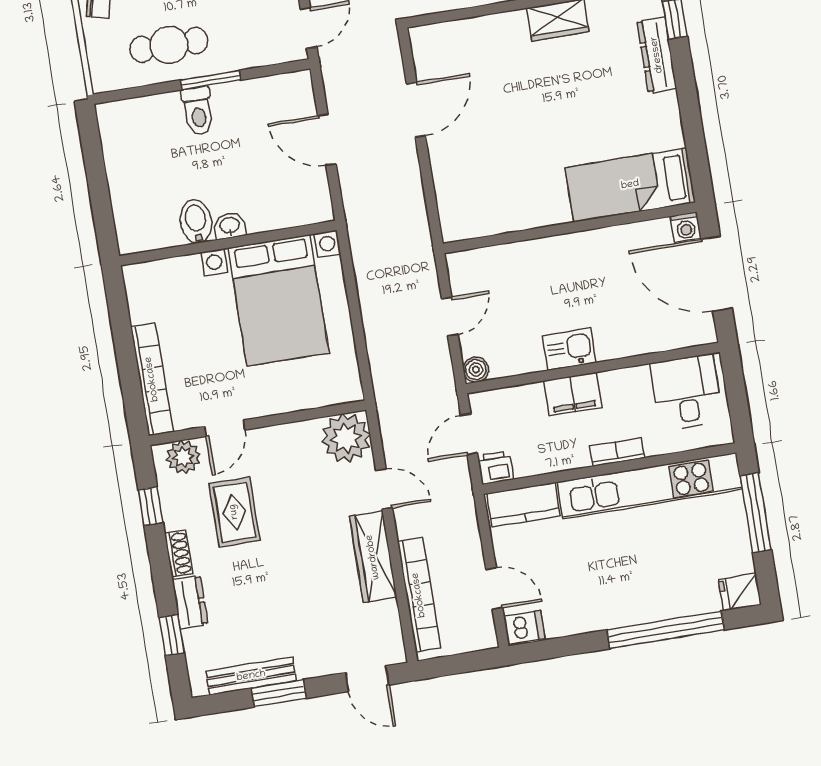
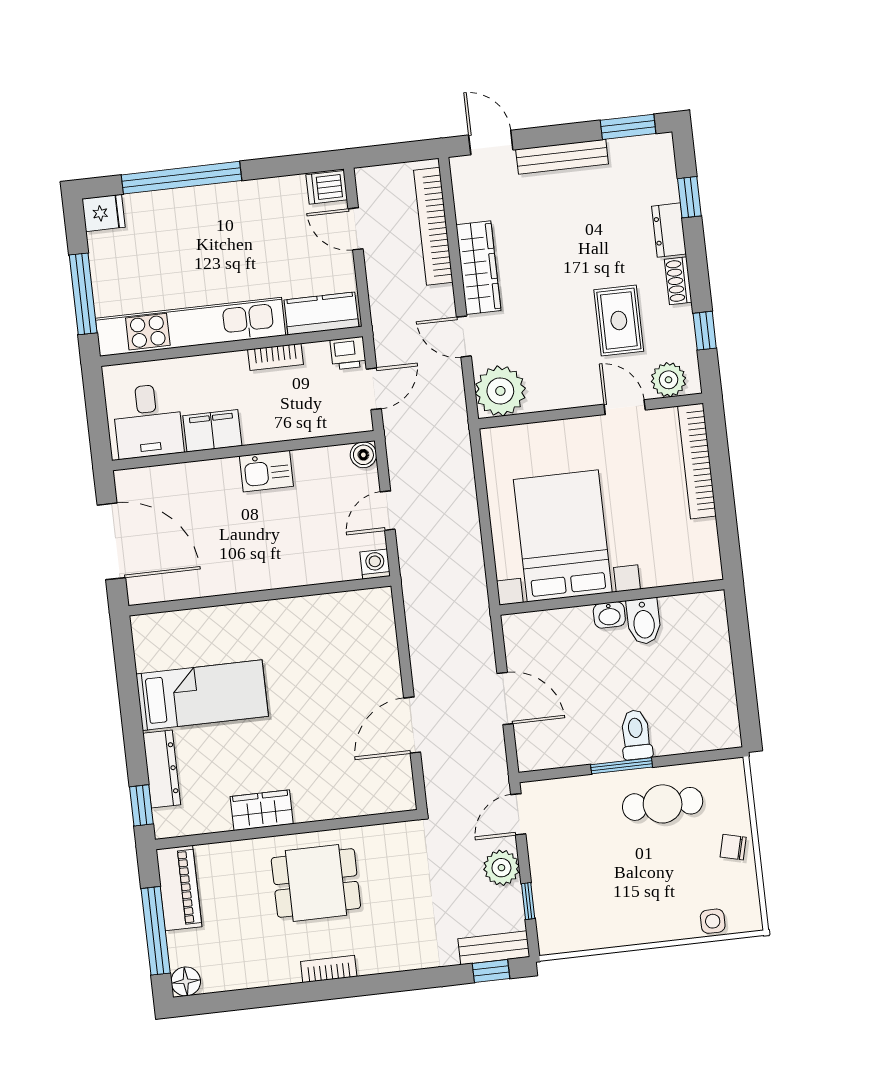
bed: (630, 185) -> (202, 695), moved
washing machine: (686, 227) -> (375, 564), moved
filing cabinet: (573, 394) -> (212, 431), moved
door: (225, 428) -> (625, 407), hinge flipped
bookcase: (617, 452) -> (276, 357), moved
bench: (251, 676) -> (562, 157), moved
window: (279, 693) -> (628, 127), moved

